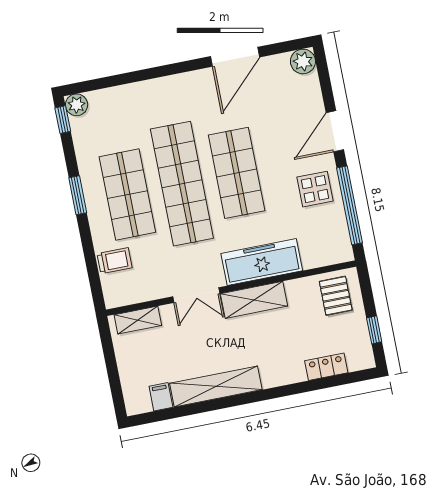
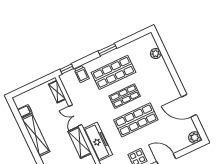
plant: (77, 105) -> (156, 54), moved
window: (63, 120) -> (67, 69), moved
shop shelf: (182, 184) -> (125, 96), width x0.50, depth x0.74

